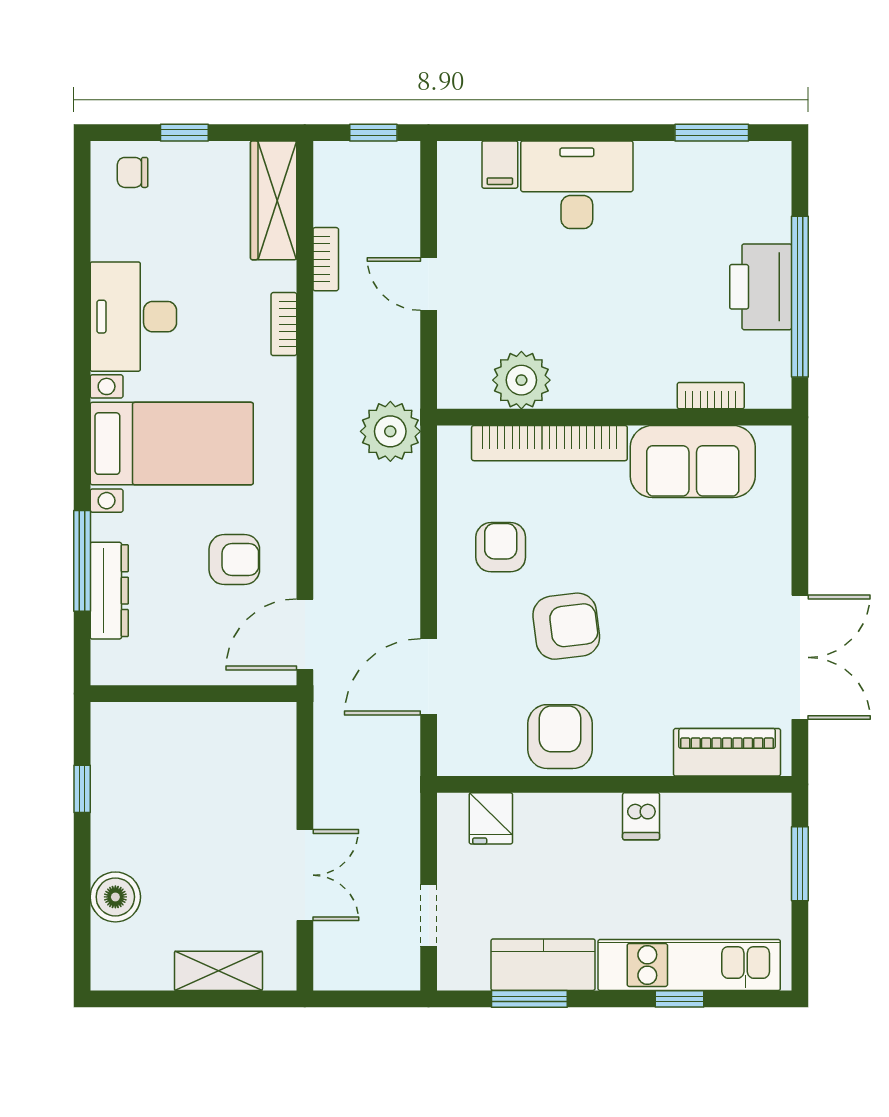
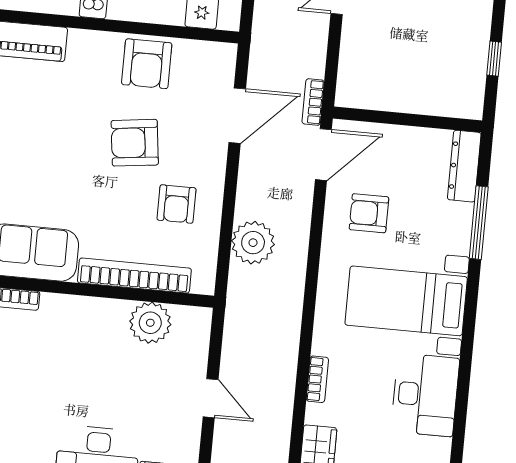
bookcase: (326, 259) -> (313, 102), moved
plant: (390, 431) -> (253, 243), moved
dresser: (109, 591) -> (464, 166), moved

